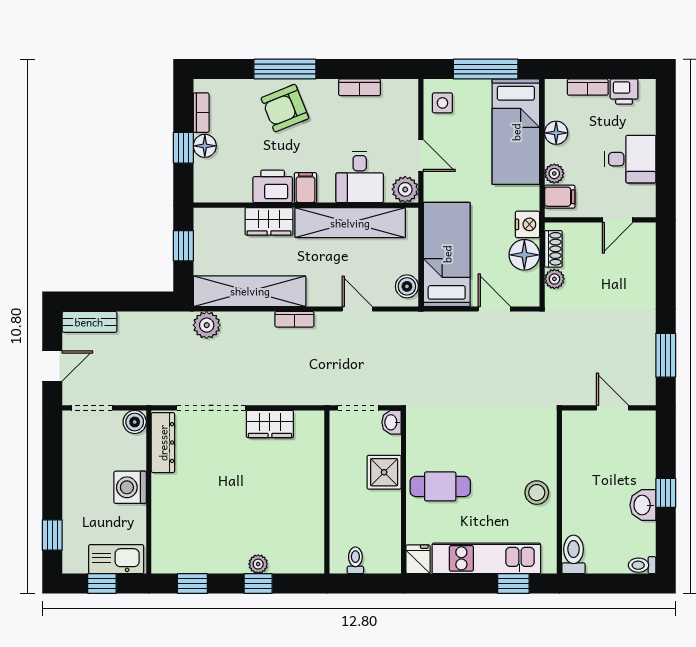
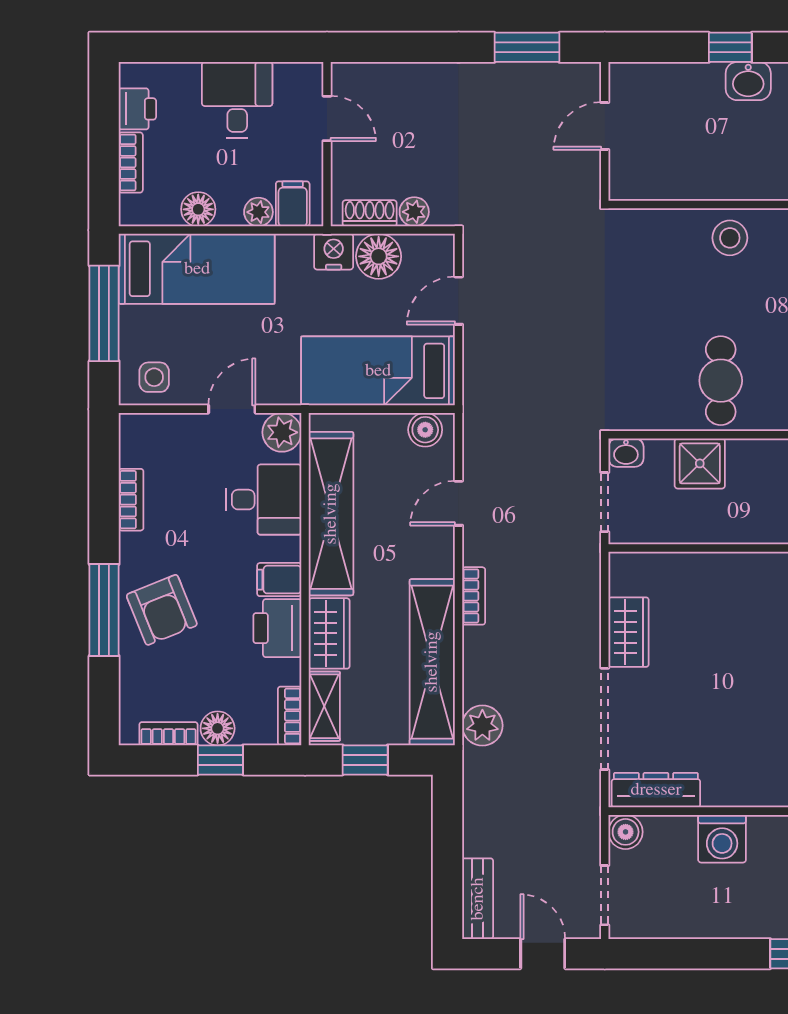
bookcase: (213, 195) -> (290, 716), added
shelving: (220, 218) -> (324, 706), added

